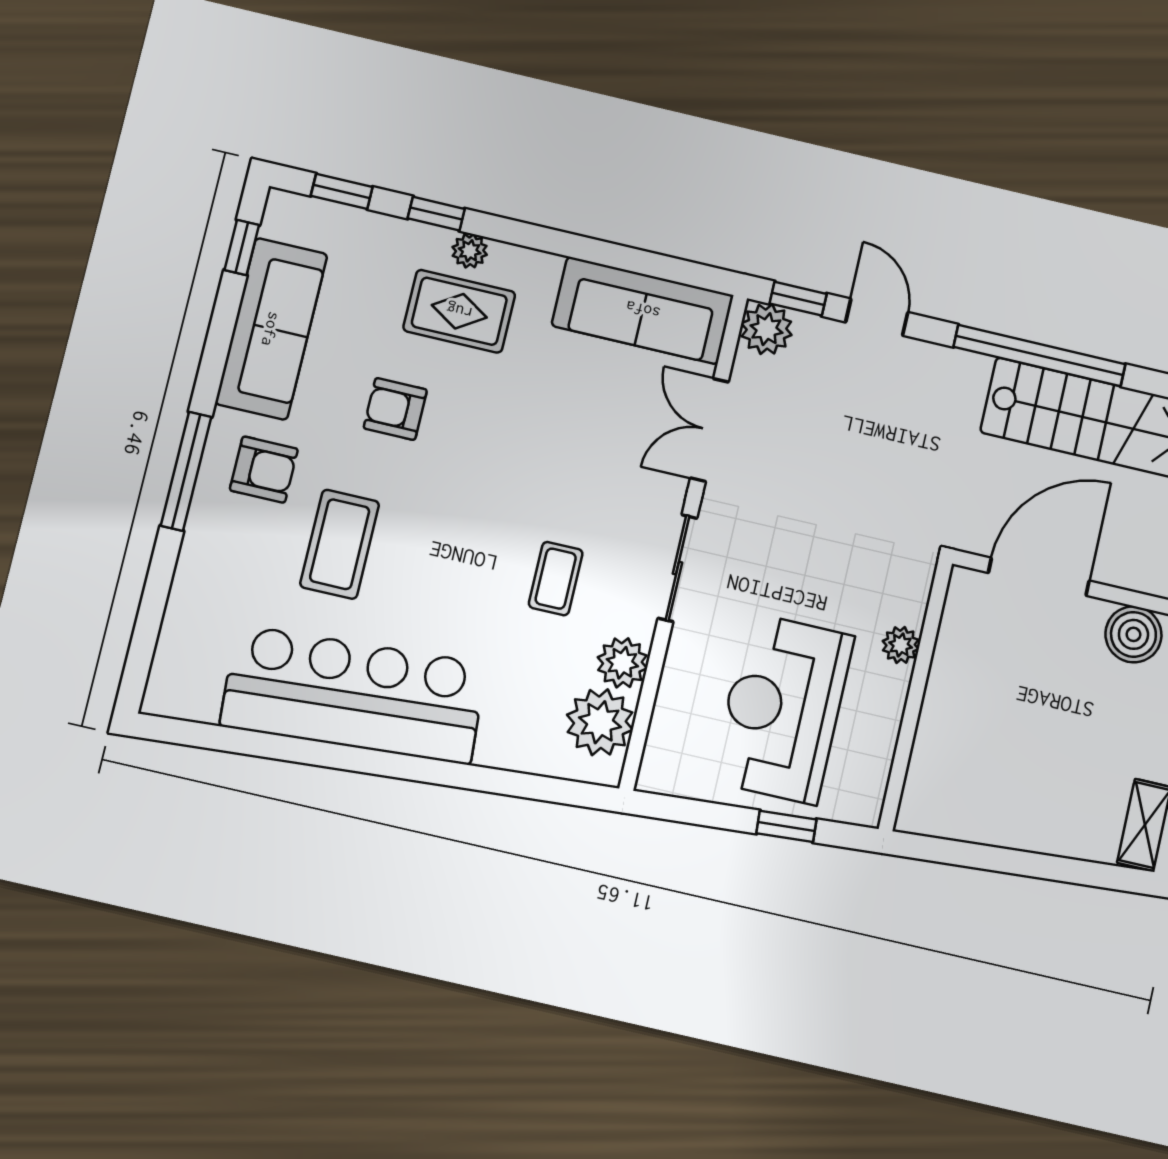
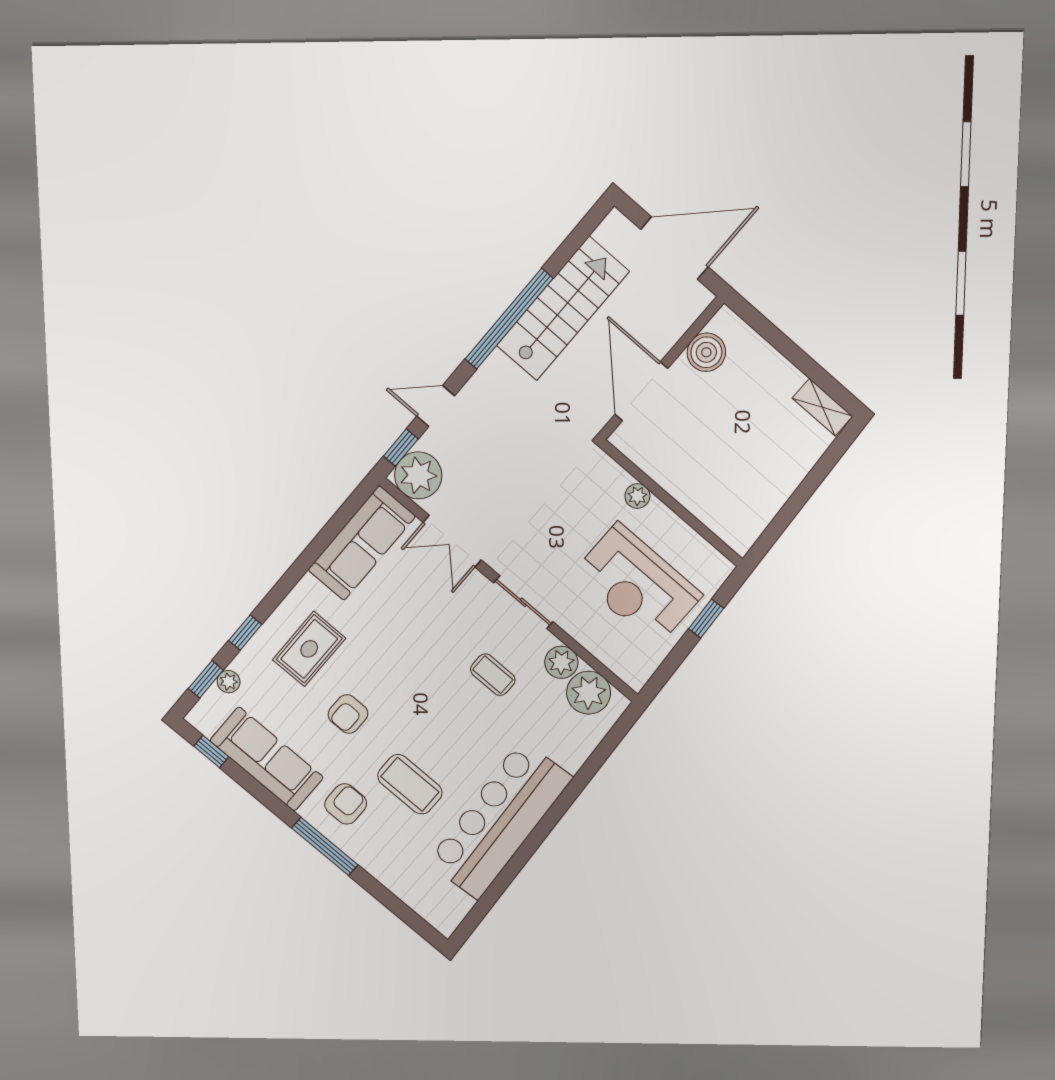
plant: (470, 251) -> (229, 682), moved
plant: (766, 329) -> (418, 475), width x1.36, depth x1.36

